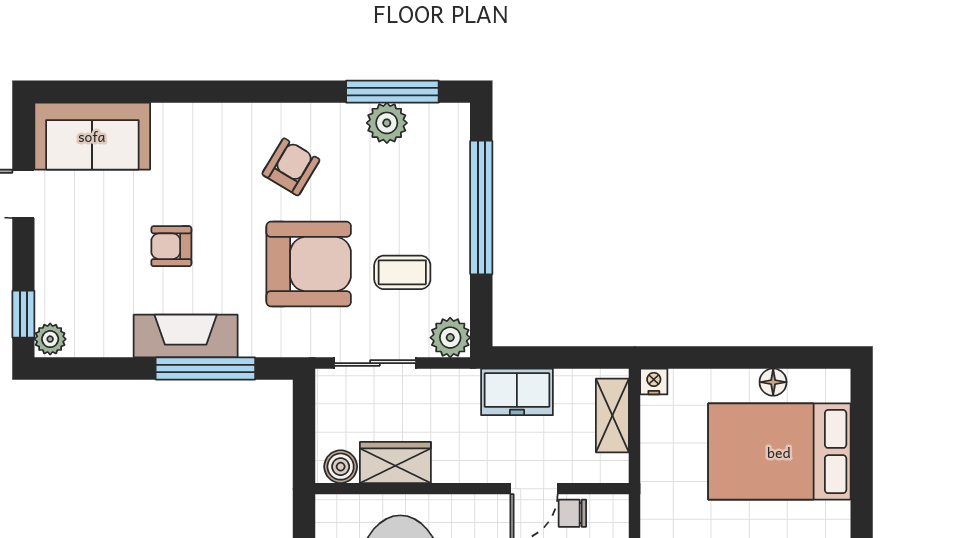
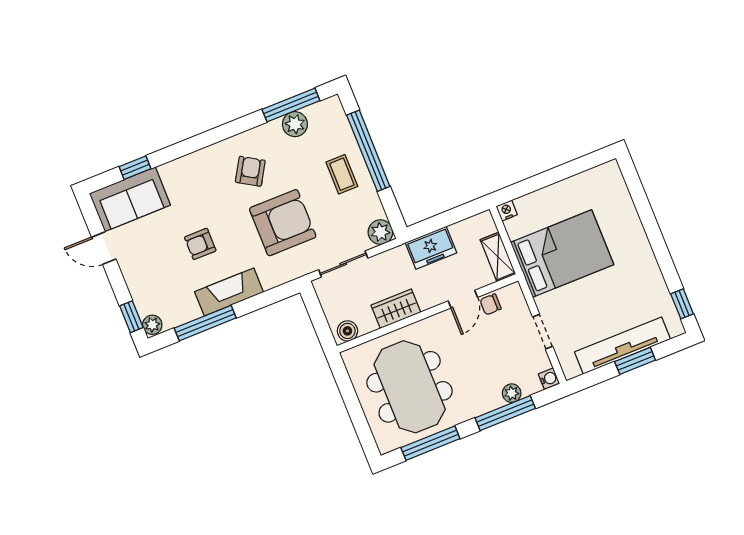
window: (119, 92) -> (135, 168), added
coffee table: (402, 272) -> (342, 174), moved, turned 90
window: (205, 369) -> (205, 323), moved
floor lamp: (773, 382) -> (575, 183), removed
shelving: (612, 415) -> (498, 257), moved
bed: (779, 452) -> (562, 253), moved, turned 180
wardrobe: (395, 462) -> (396, 309), moved

